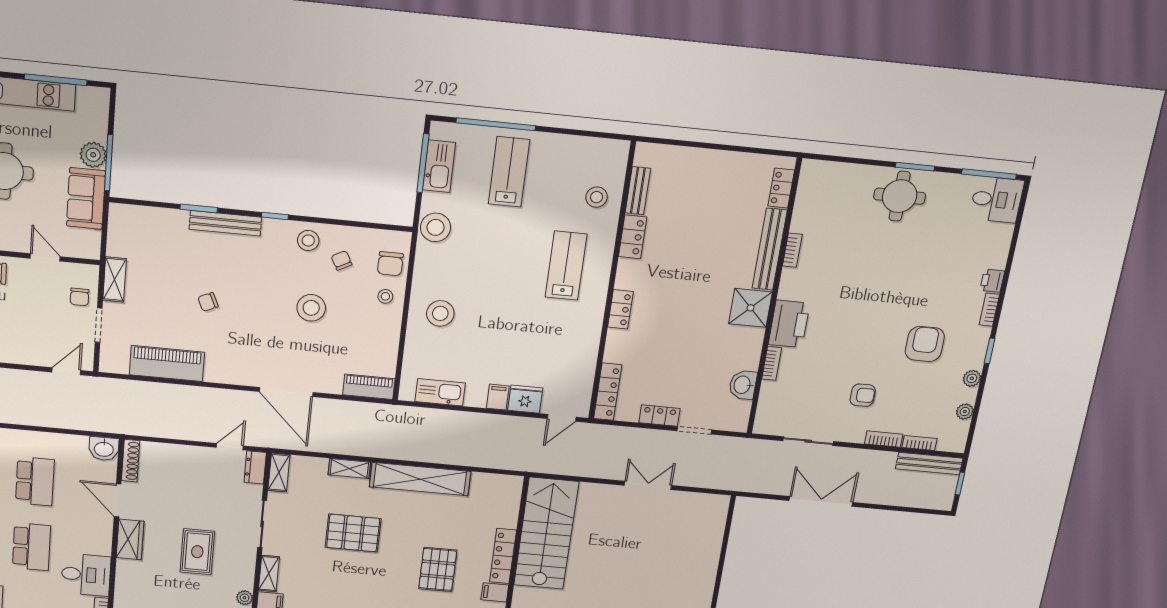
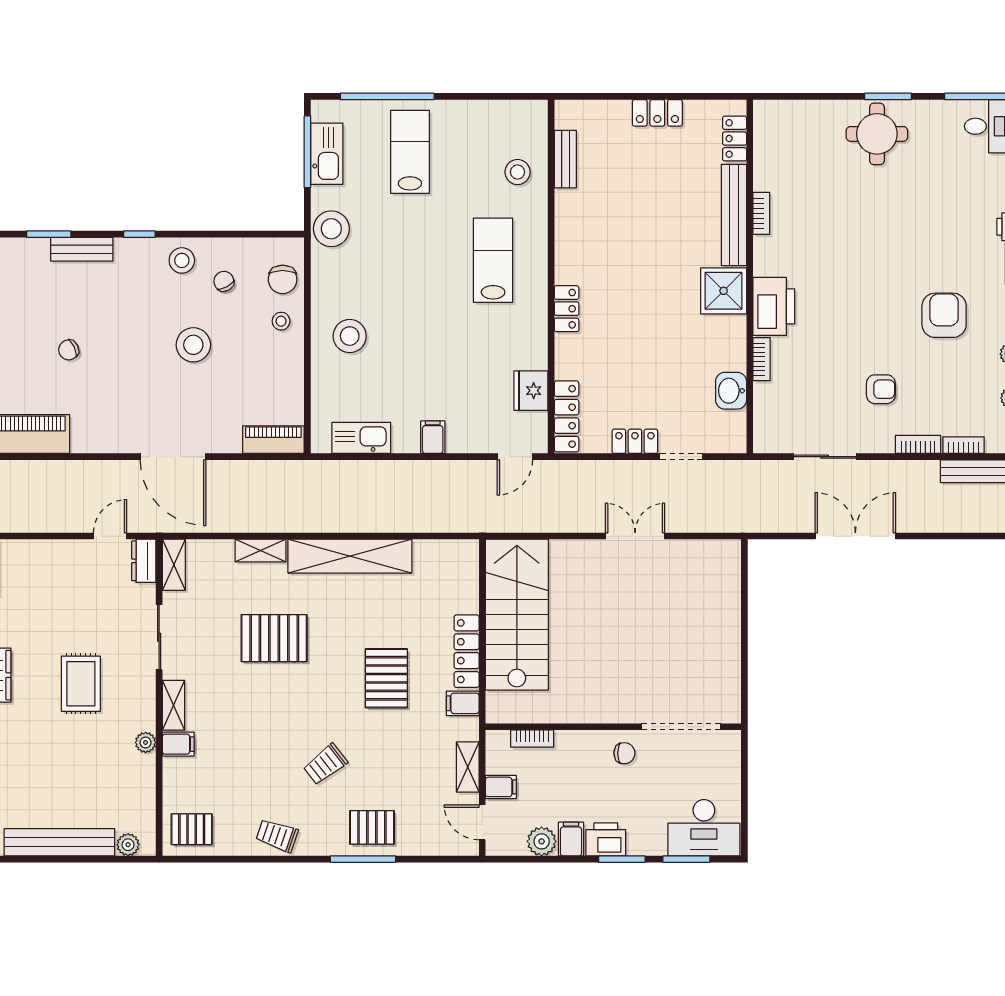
bench: (225, 223) -> (82, 249), width x0.73
locker: (633, 237) -> (657, 113), moved, turned 90
fridge: (525, 399) -> (531, 391), moved, turned -90

